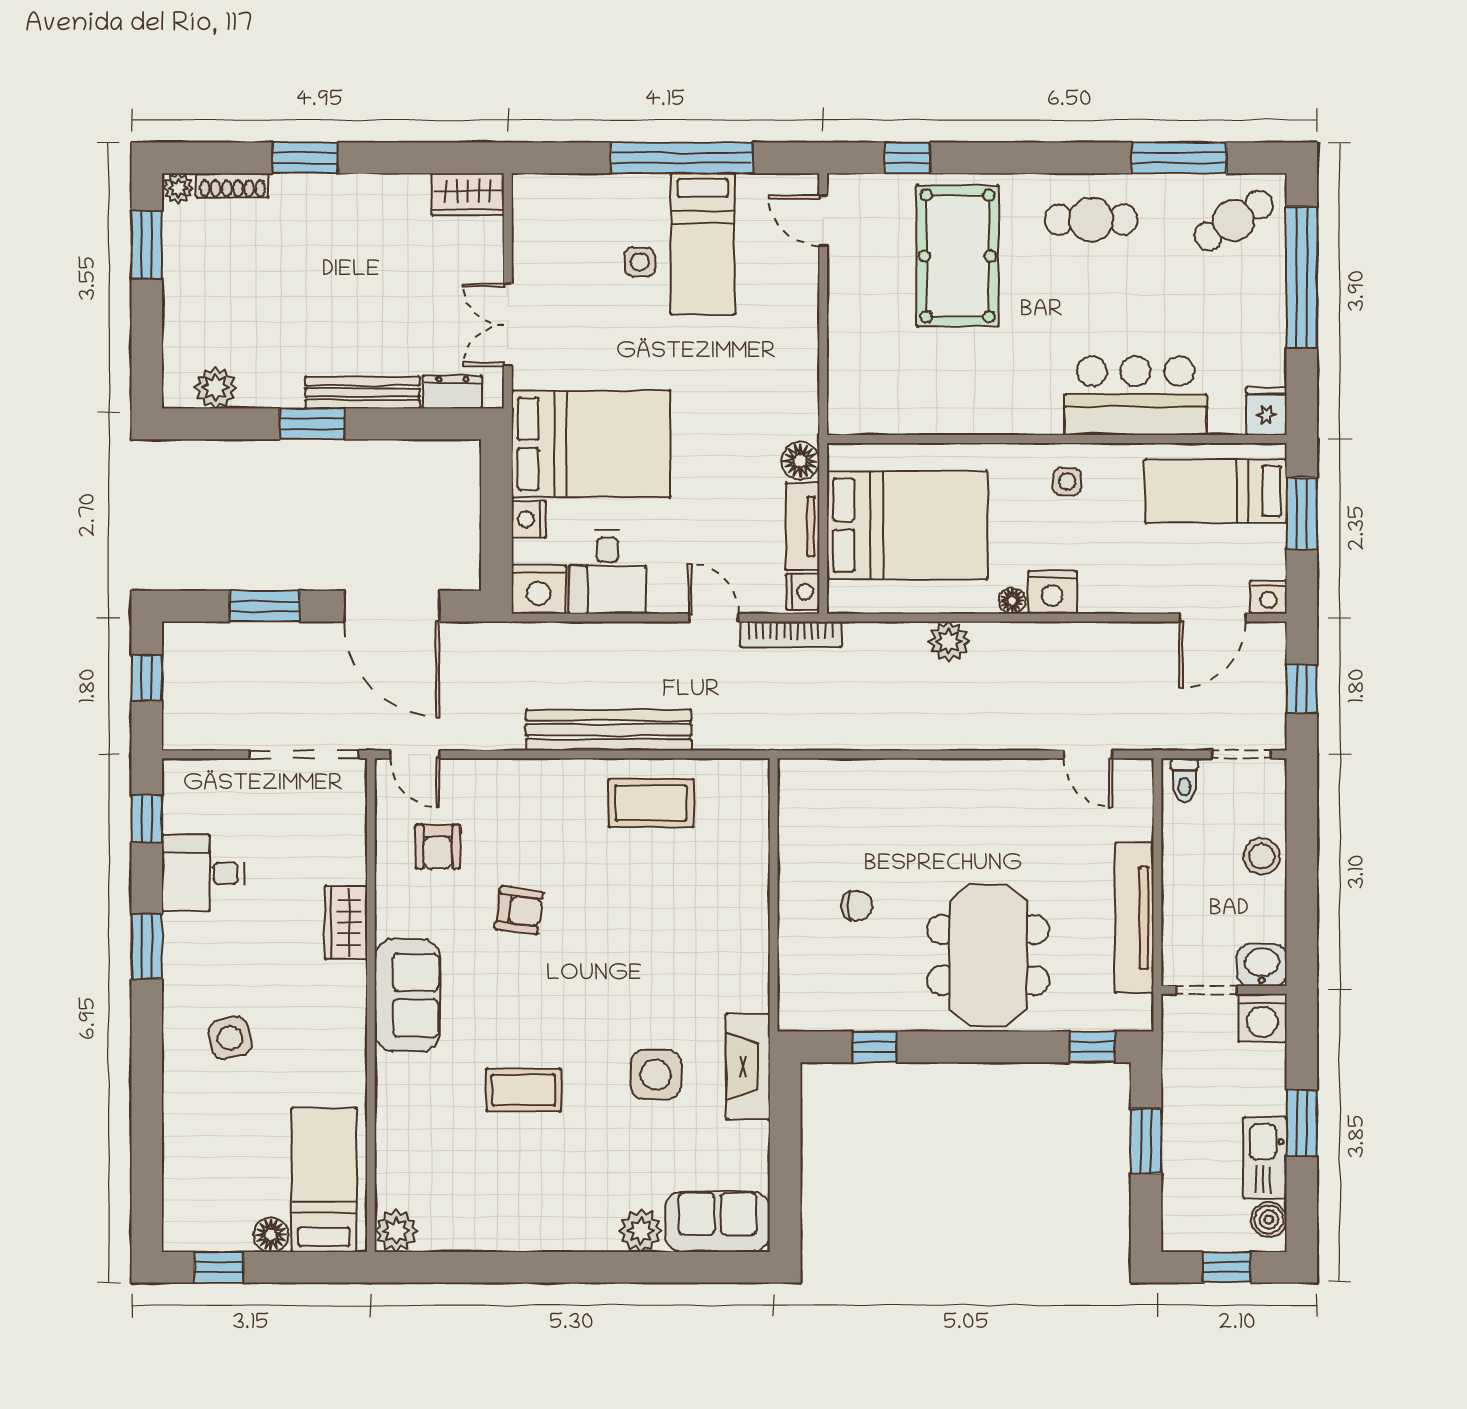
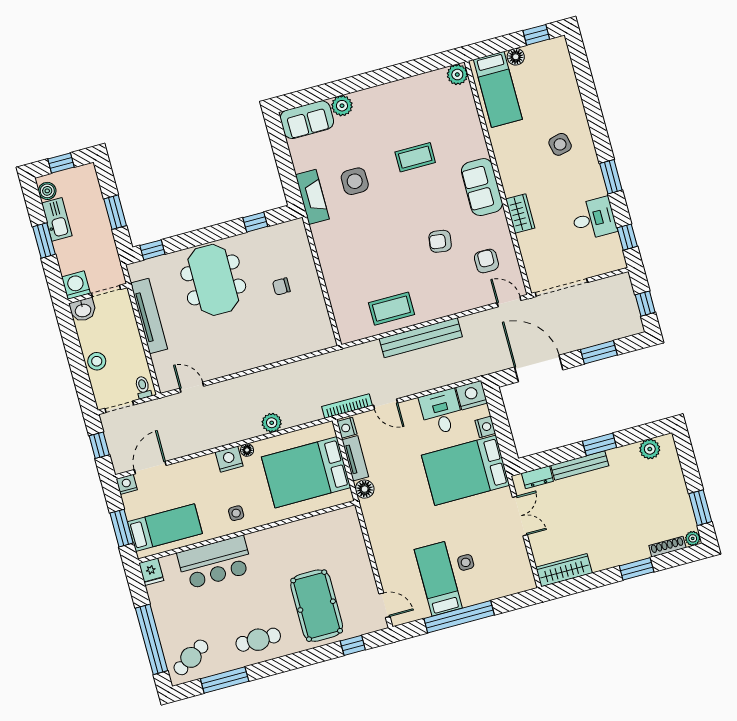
wardrobe: (468, 194) -> (564, 570), width x1.50

